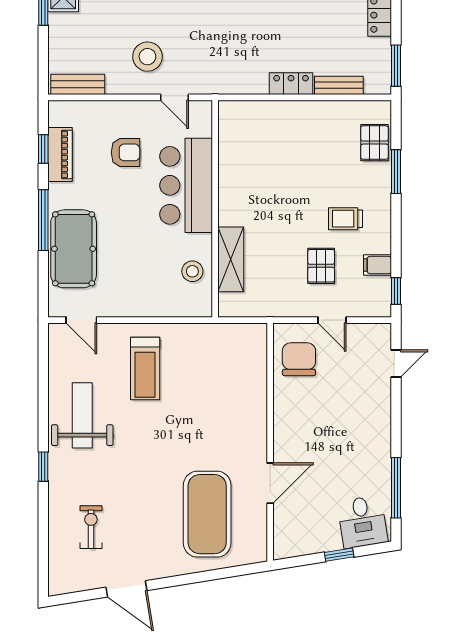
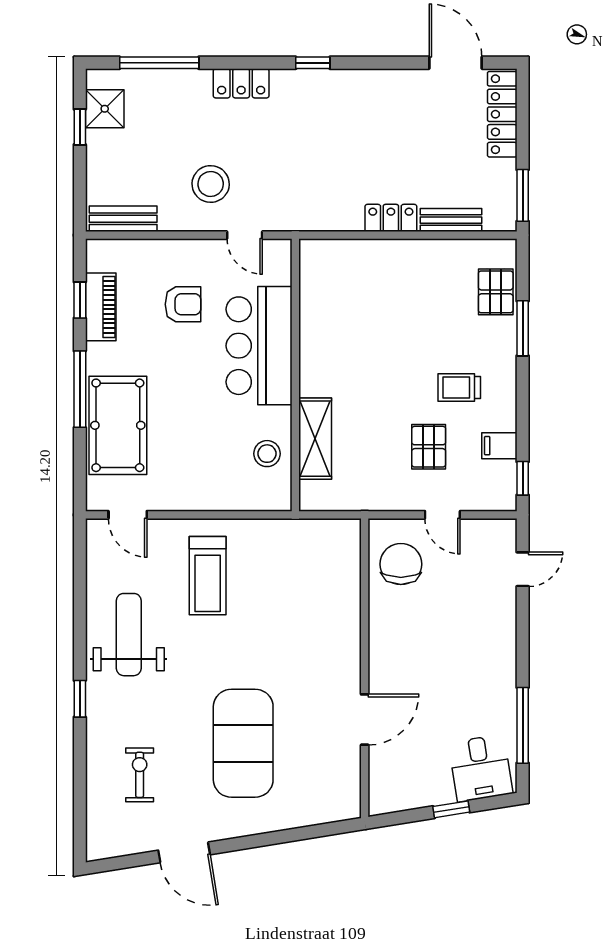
exercise mat: (207, 514) -> (243, 743), moved

